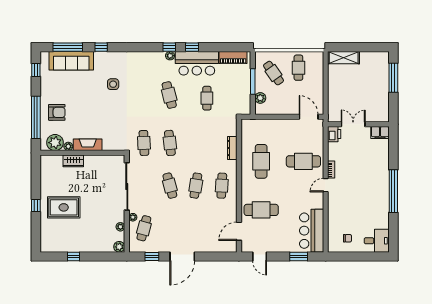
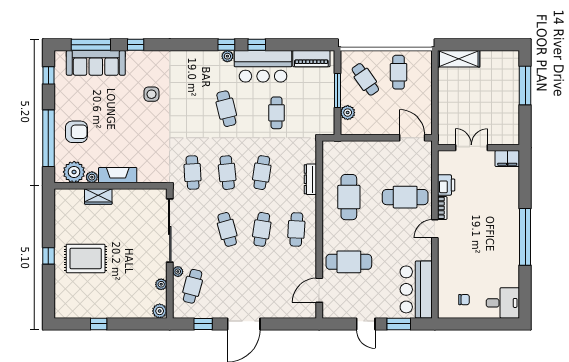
printer: (334, 134) -> (446, 185), moved
cafe table: (196, 143) -> (262, 173), added
door: (260, 256) -> (366, 324), moved

